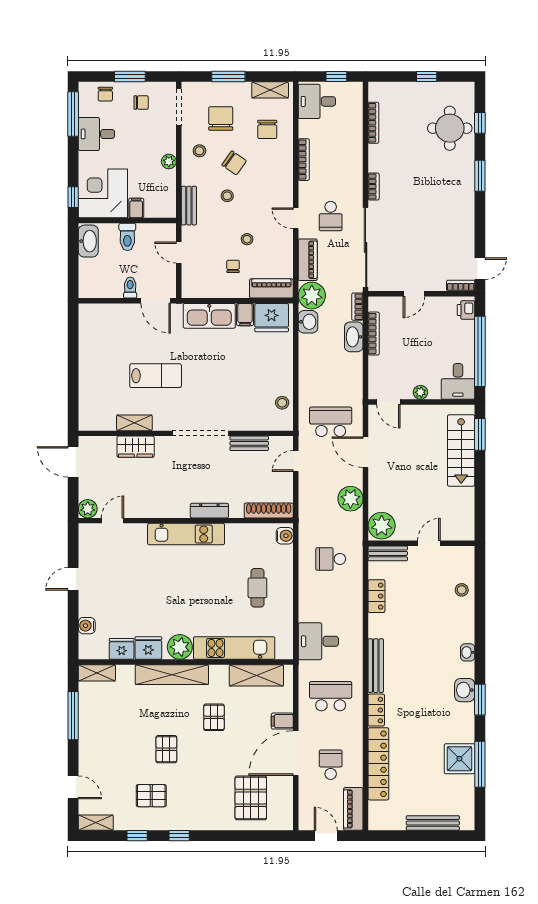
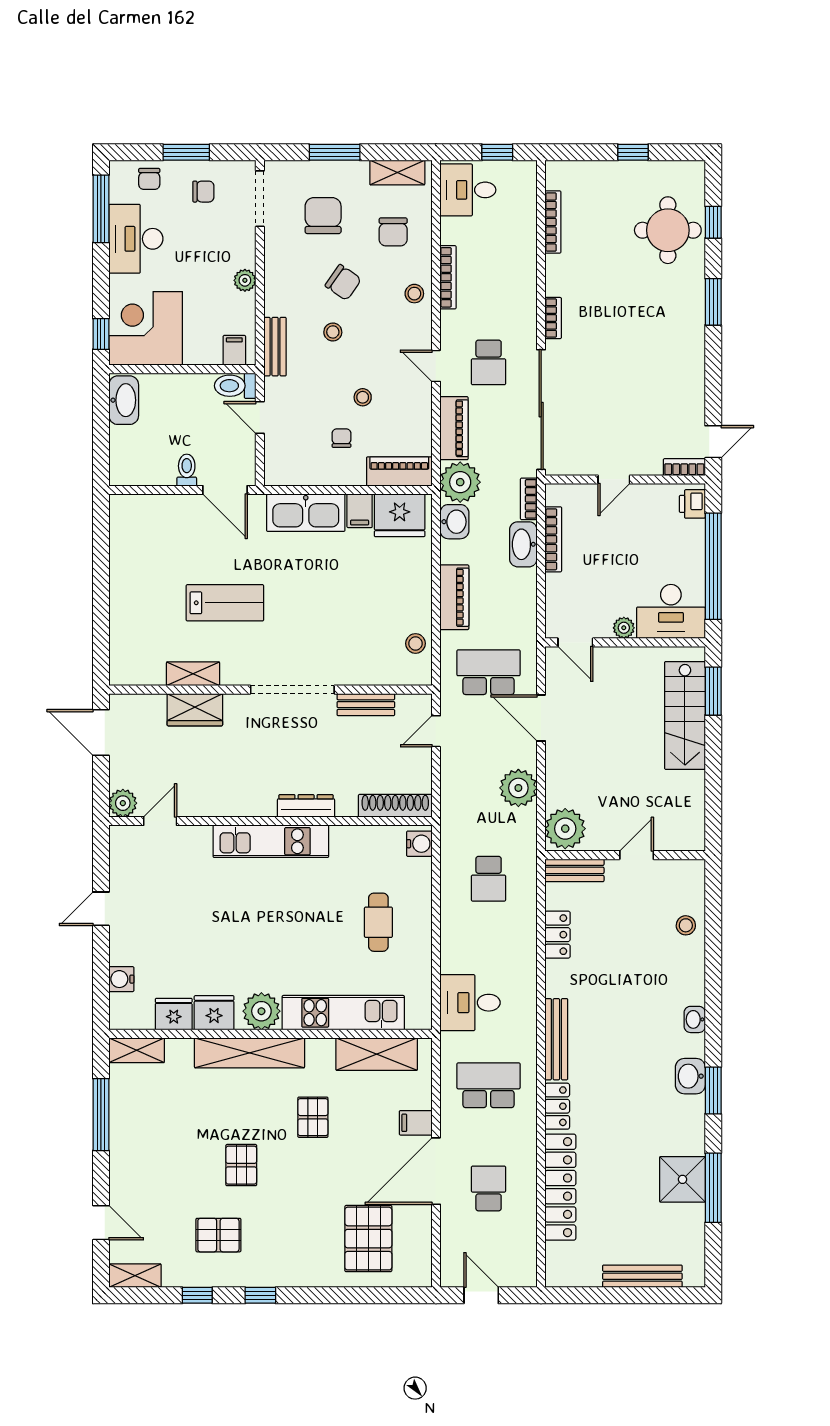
desk: (96, 134) -> (136, 239), width x1.37
stool: (199, 151) -> (414, 294), moved
filing cabinet: (136, 208) -> (234, 350), moved
toilet: (127, 237) -> (235, 386), moved, turned 90
desk: (458, 381) -> (671, 611), width x1.37
school desk: (331, 559) -> (489, 879), turned -90
piano: (353, 809) -> (454, 597), moved, turned 180

